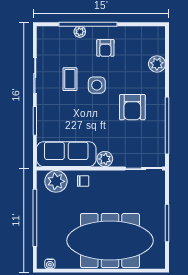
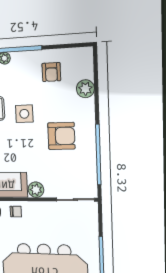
armchair: (105, 48) -> (51, 72), moved
armchair: (132, 107) -> (61, 136), turned -90

